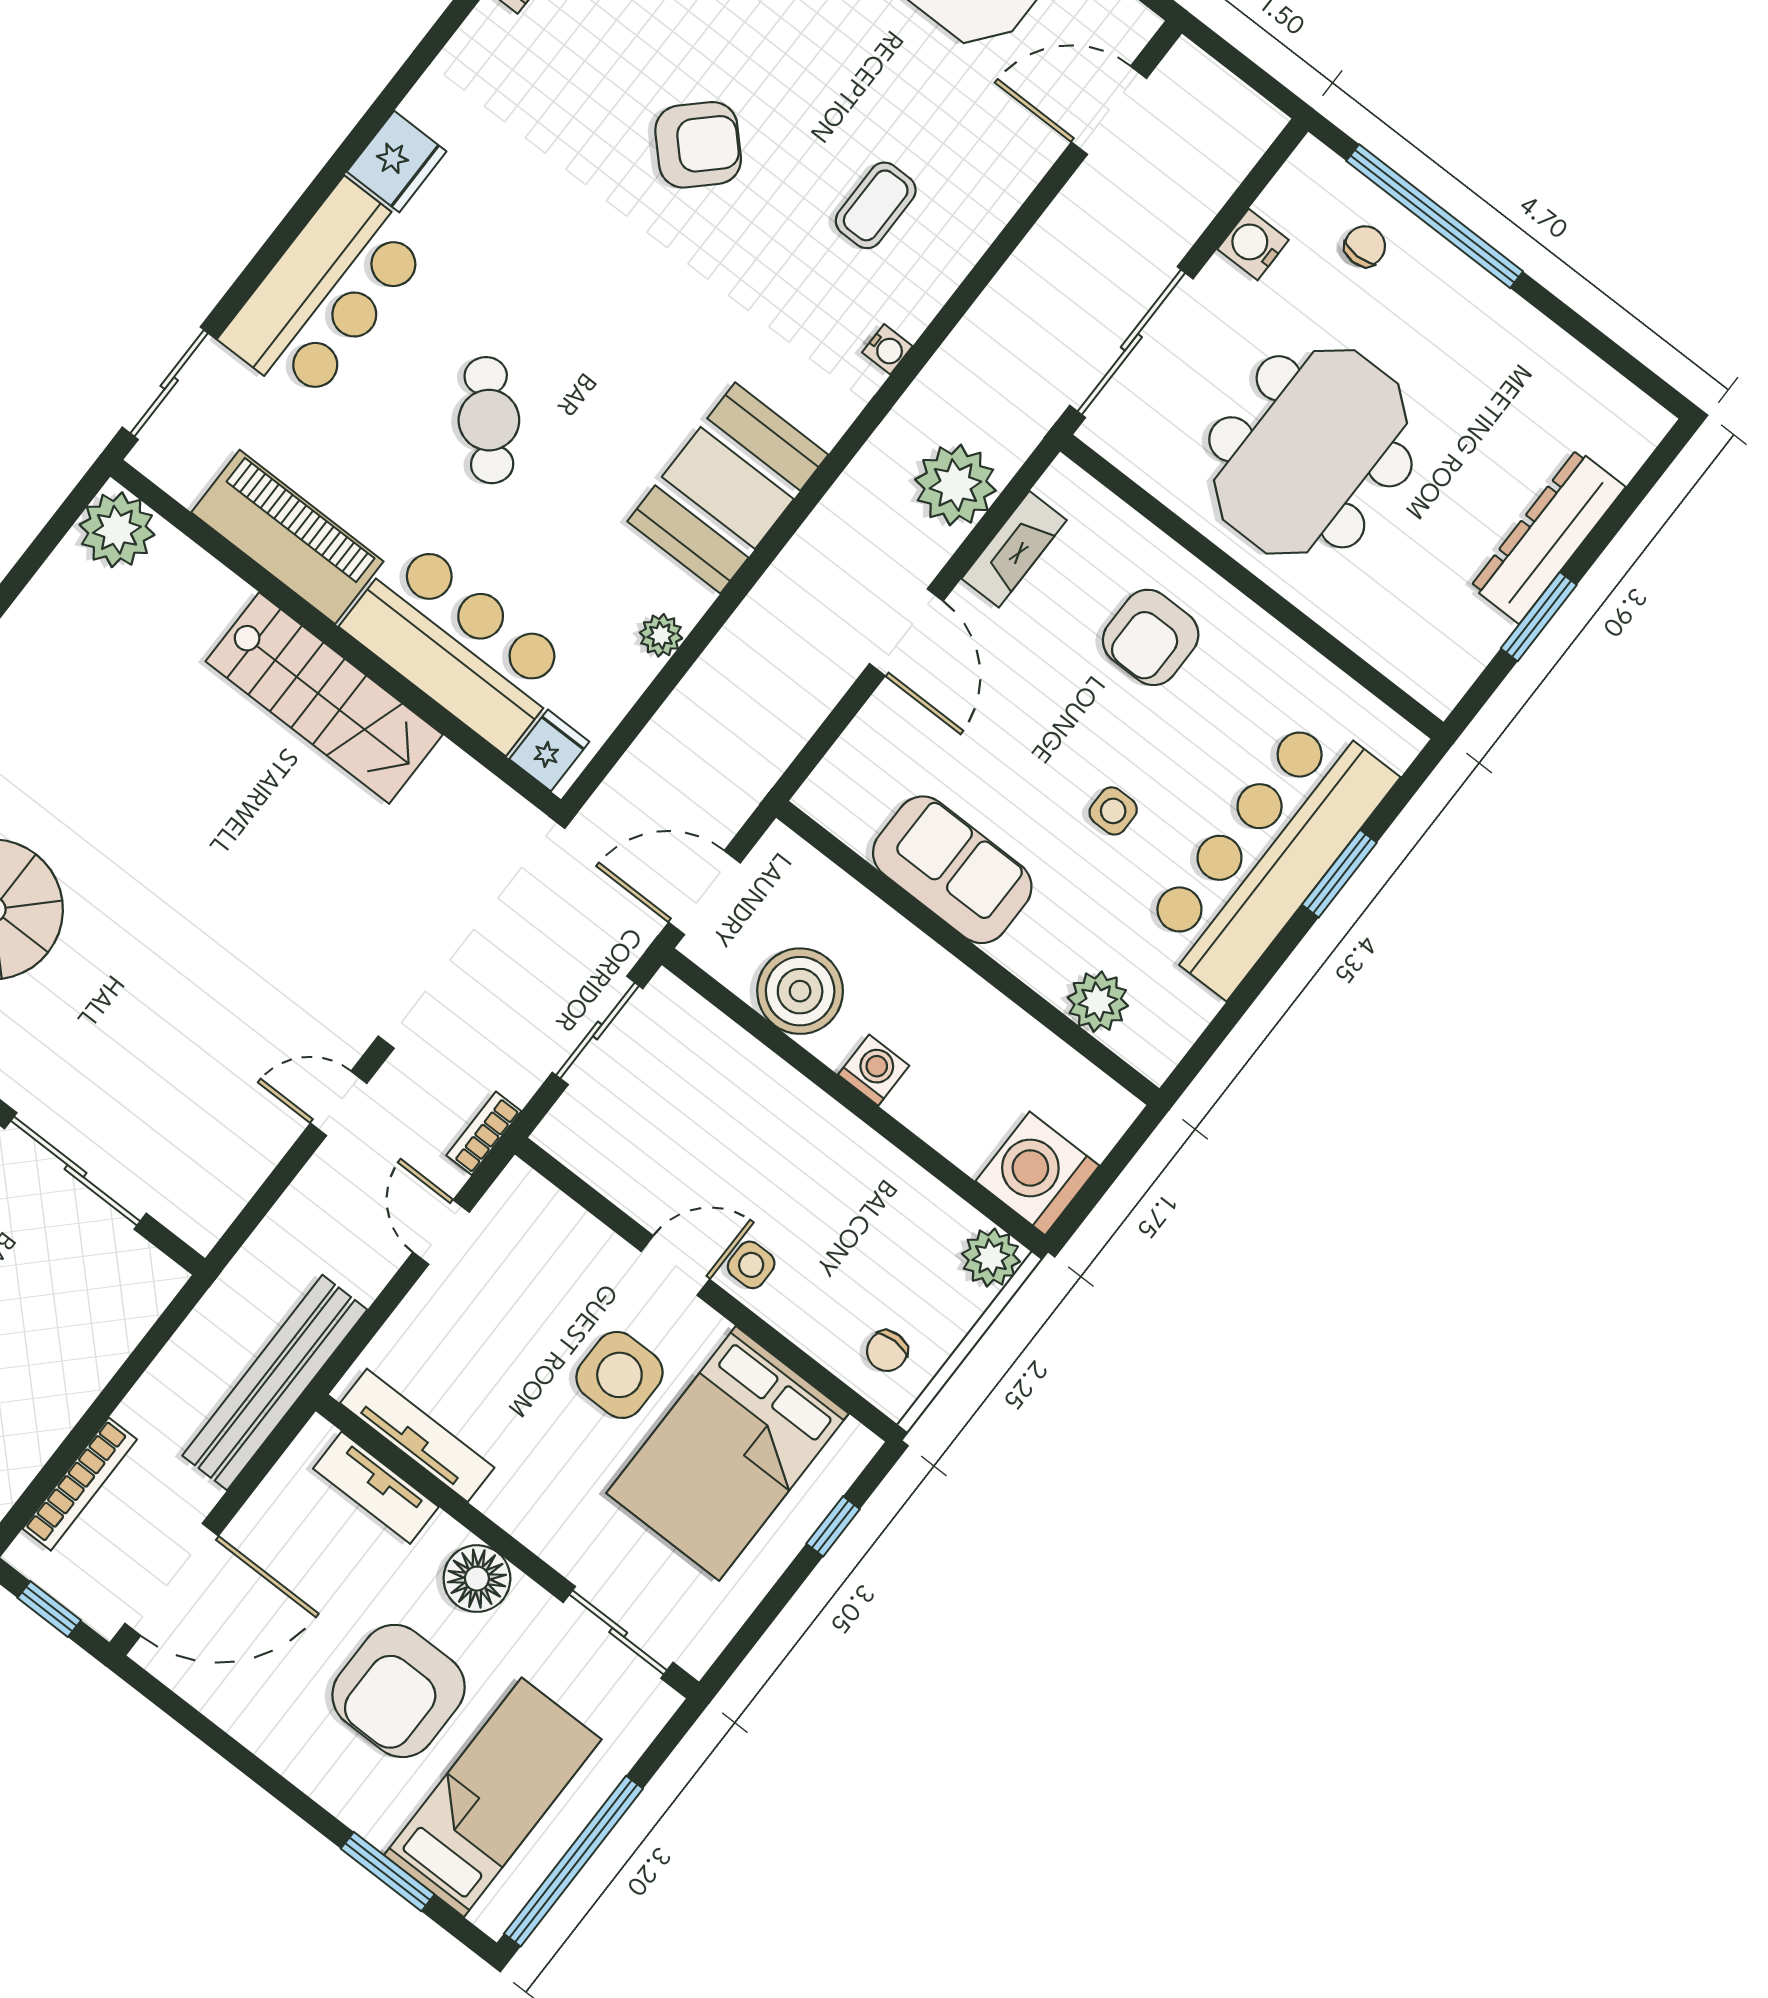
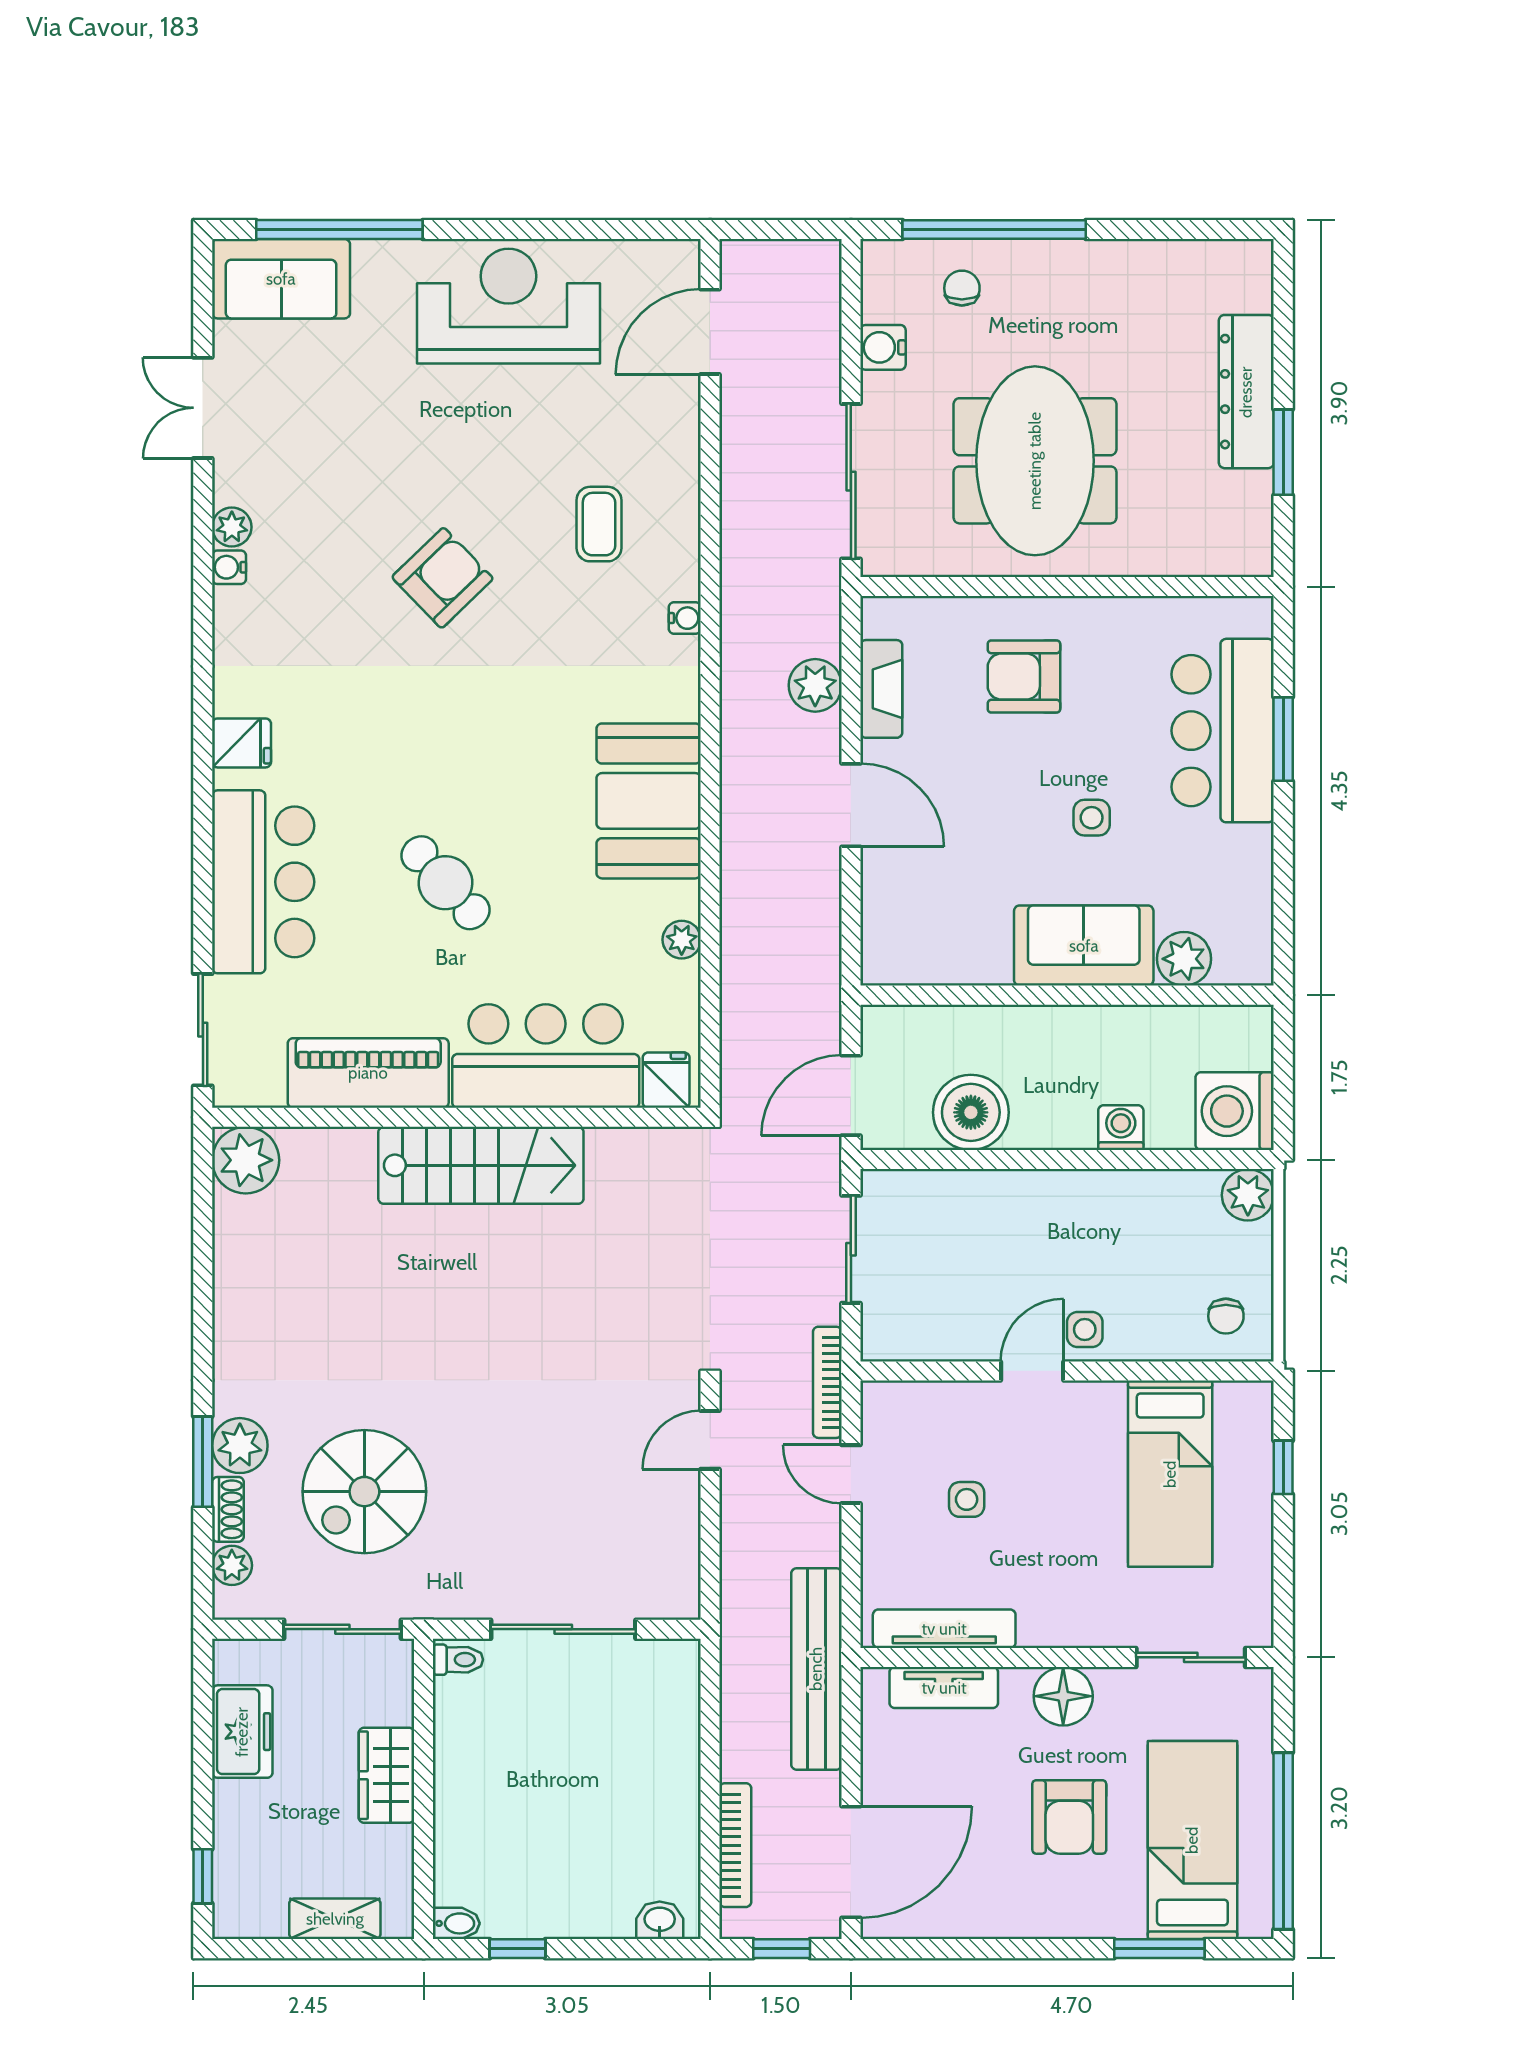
fridge: (397, 162) -> (242, 743), width x0.72
plant: (955, 485) -> (815, 685), width x0.73, depth x0.73
armchair: (1151, 637) -> (1024, 676), turned 90
bar counter: (1268, 854) -> (1223, 731), width x0.73
sofa: (952, 870) -> (1084, 946), moved
washing machine: (874, 1070) -> (1121, 1128), moved
bookcase: (484, 1133) -> (827, 1382), width x1.56
side table: (619, 1375) -> (967, 1499), moved, width x0.54, depth x0.54
bed: (727, 1453) -> (1170, 1474), width x0.67
armchair: (399, 1691) -> (1069, 1817), width x0.73, depth x0.73

